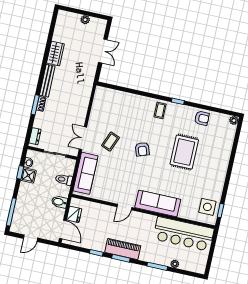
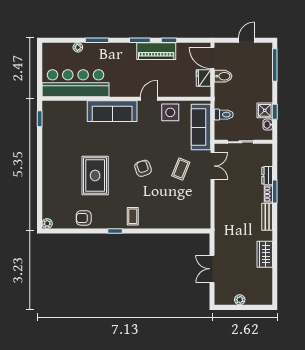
bench: (47, 81) -> (267, 217), width x0.73
dresser: (35, 136) -> (267, 176), moved
bidet: (59, 202) -> (223, 76), moved
side table: (207, 207) -> (170, 112), moved
piano: (123, 249) -> (156, 51), moved

